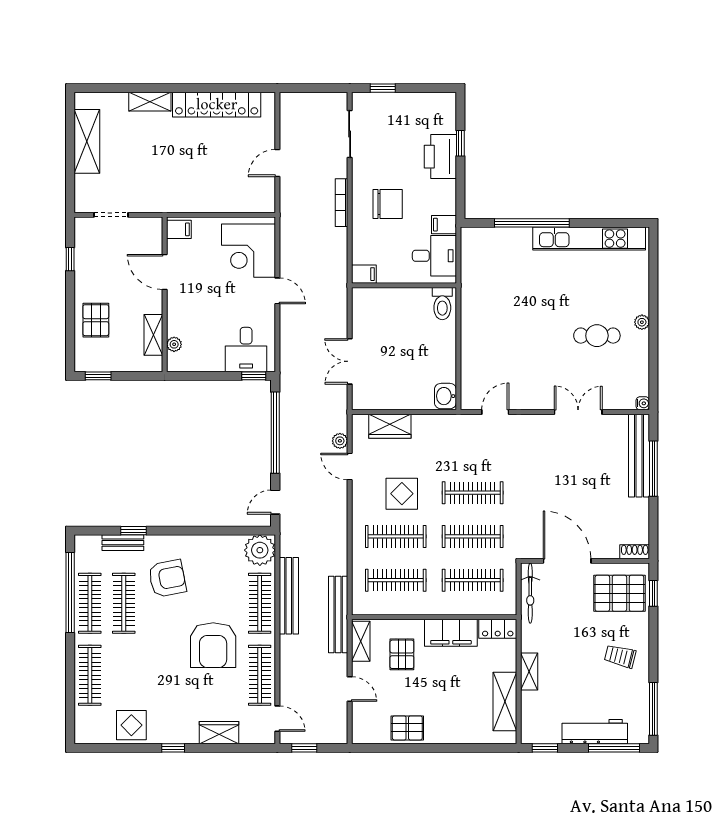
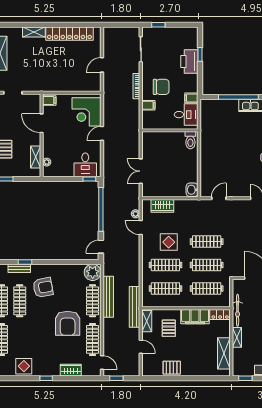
filing cabinet: (364, 274) -> (148, 105), moved
door: (277, 291) -> (102, 133), swing flipped
bicycle: (530, 593) -> (238, 310), moved

